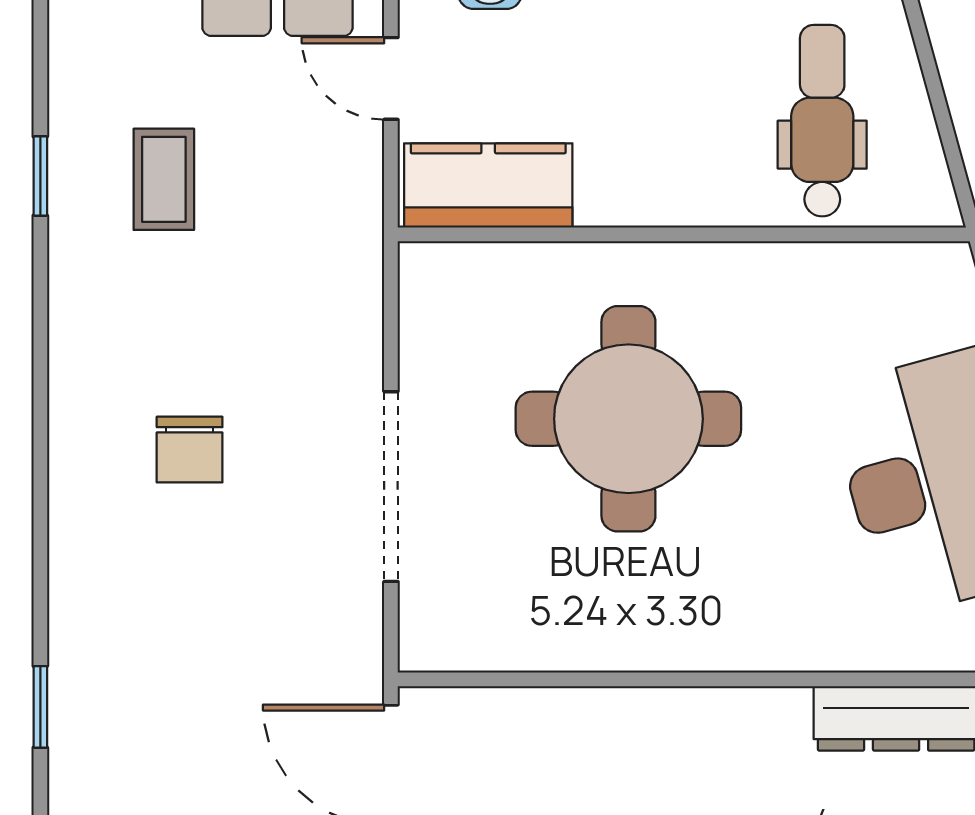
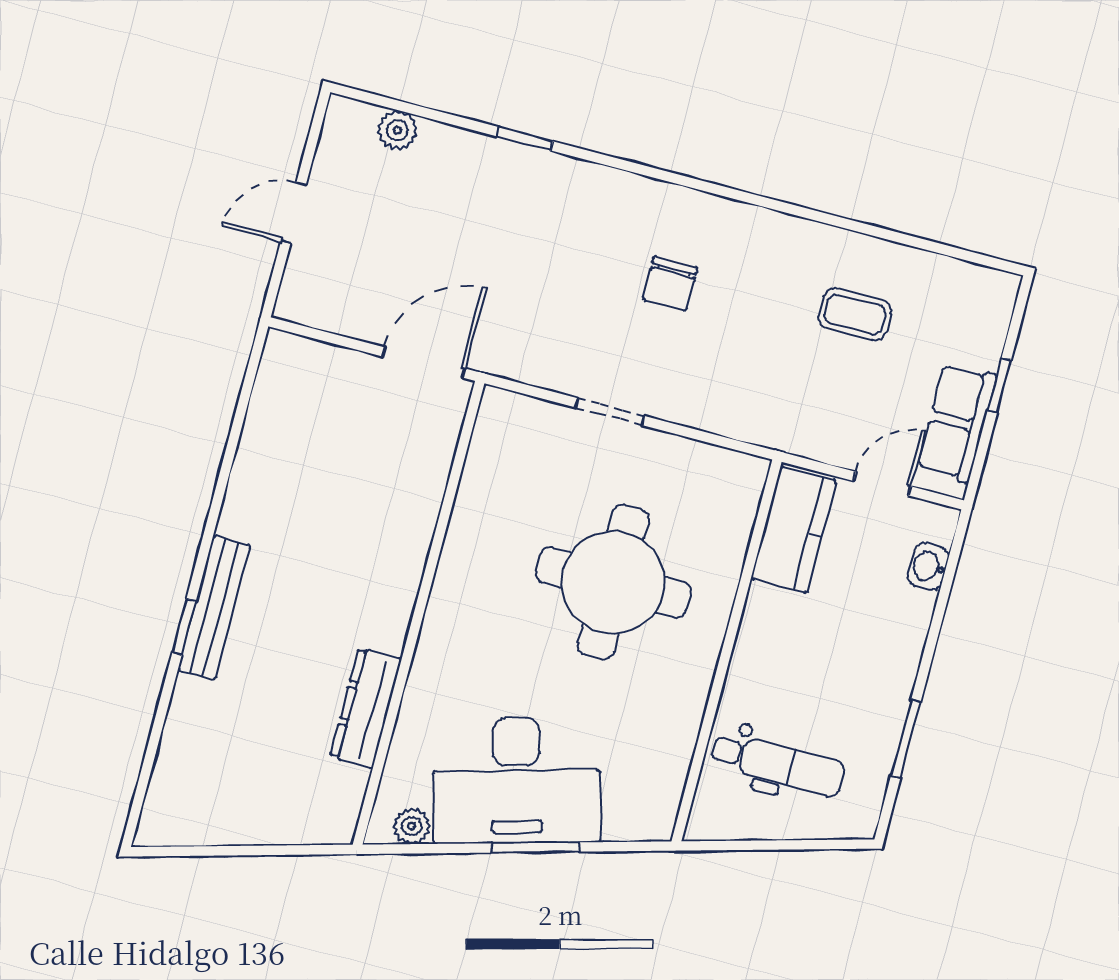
window: (40, 176) -> (879, 232), removed
chair: (190, 450) -> (670, 284), turned -90
doorway: (391, 487) -> (610, 412), width x0.53

